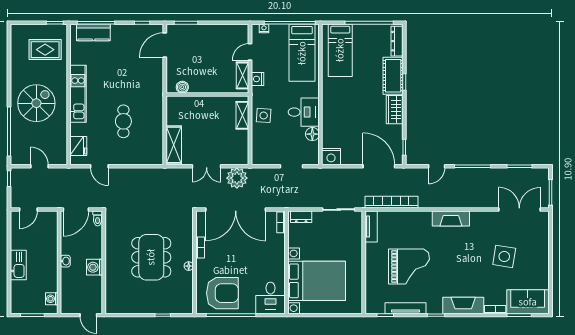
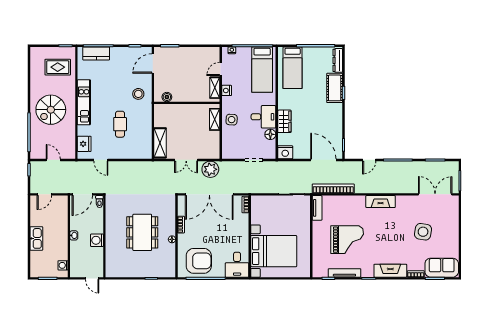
stool: (146, 83) -> (138, 94), added
spiral stairs: (36, 103) -> (51, 110), turned 180
wardrobe: (395, 110) -> (284, 121), moved, turned 180
dresser: (301, 217) -> (261, 200), removed

